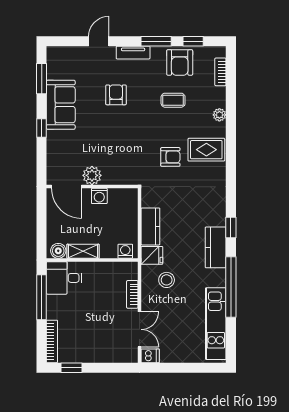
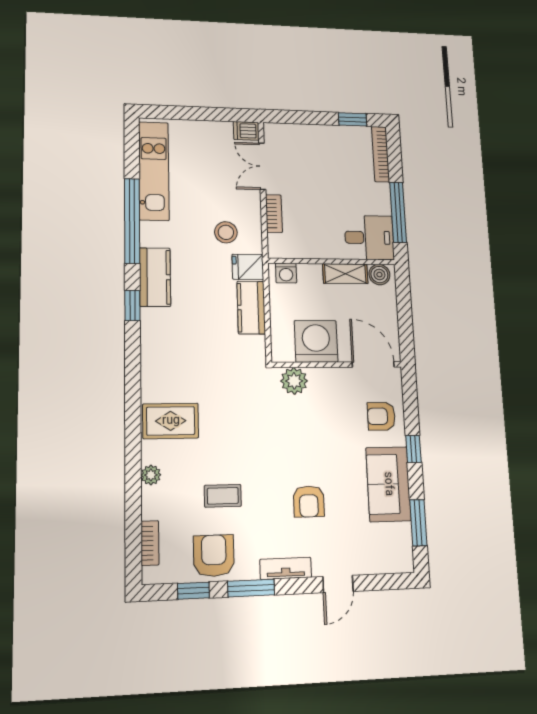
armchair: (170, 157) -> (381, 416), moved
plant: (92, 175) -> (294, 381), moved
washing machine: (99, 196) -> (316, 341), width x1.89, depth x1.89

